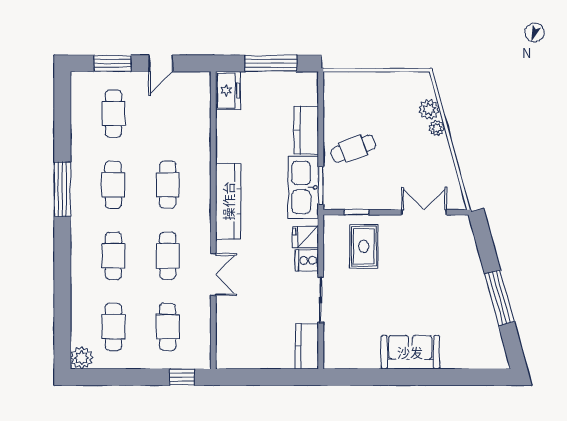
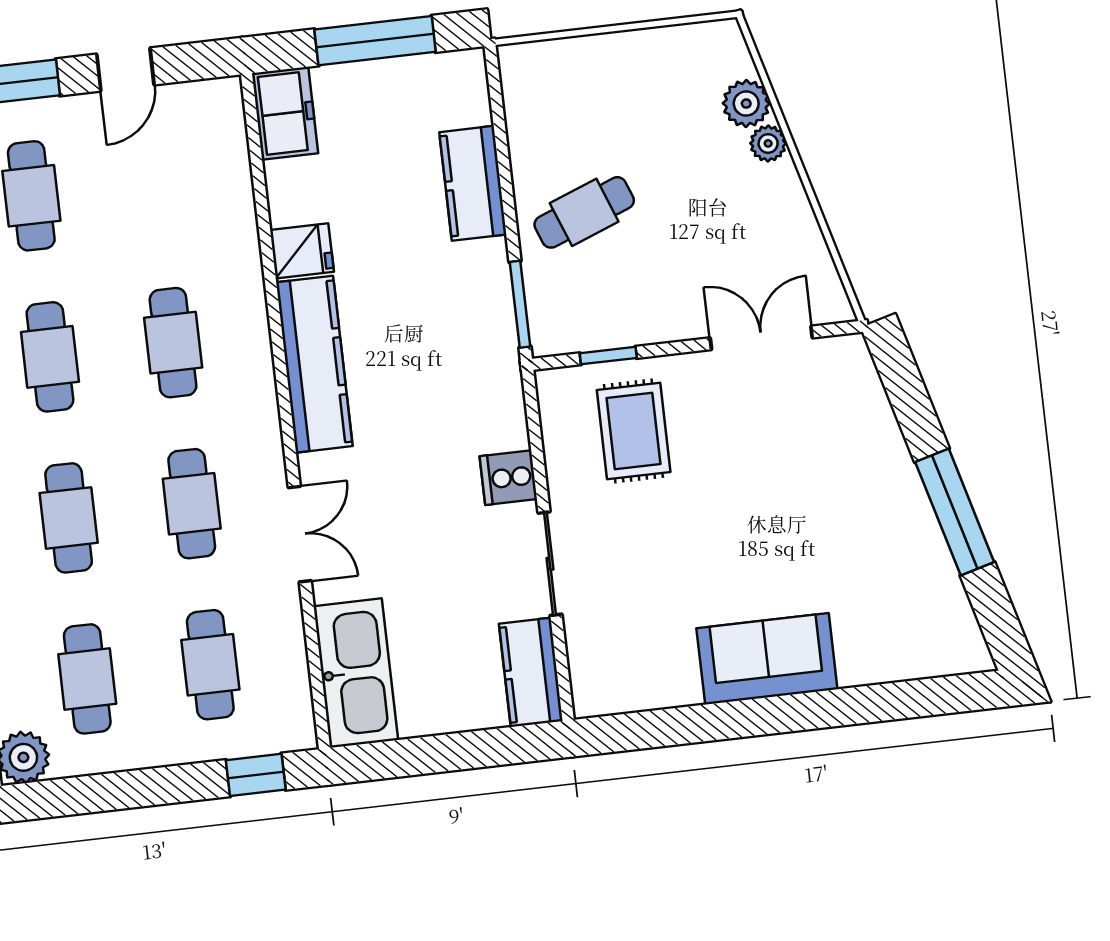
kitchen sink: (303, 187) -> (356, 673), moved, turned 180
fridge: (305, 237) -> (302, 251), moved, turned 180

